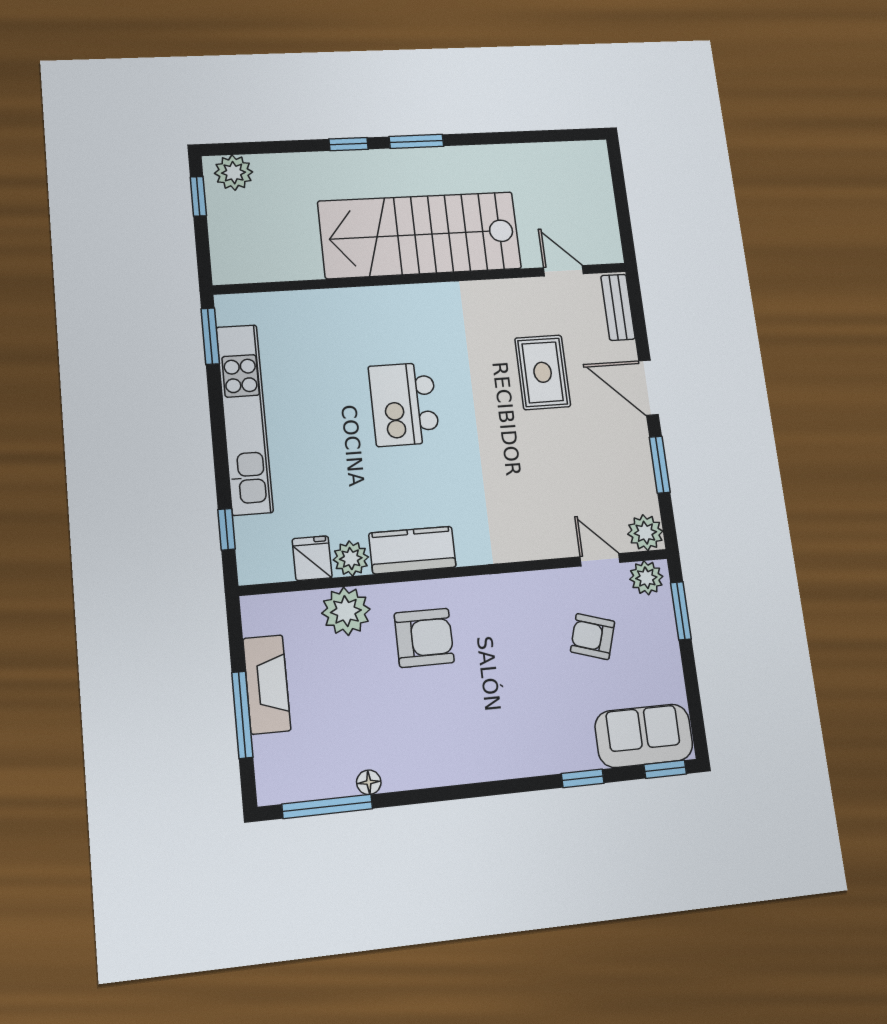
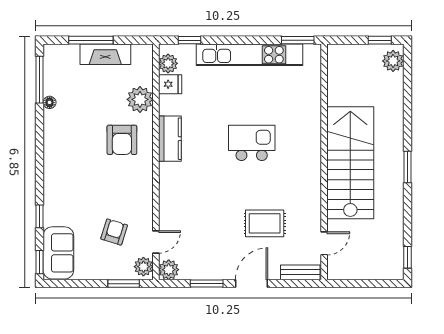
window: (349, 144) -> (407, 257), moved
plant: (351, 558) -> (168, 63), moved

